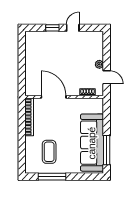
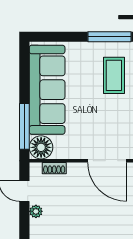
floor lamp: (96, 105) -> (41, 147), added
window: (107, 150) -> (24, 126), moved

